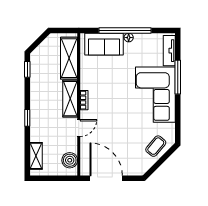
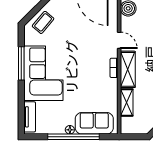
shelving: (69, 58) -> (127, 102), width x0.67, depth x0.75
window: (178, 77) -> (21, 63), moved
door: (79, 128) -> (119, 40), swing flipped

